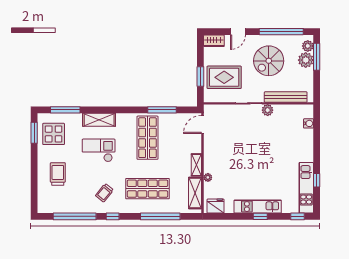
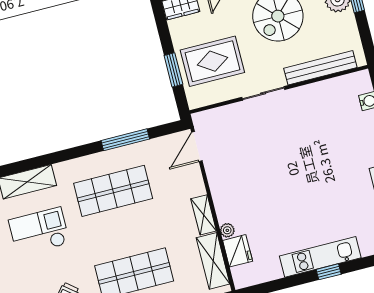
plant: (268, 110) -> (296, 97), removed
shop shelf: (147, 138) -> (113, 191), turned 90
fridge: (216, 206) -> (238, 251), moved, turned 90

